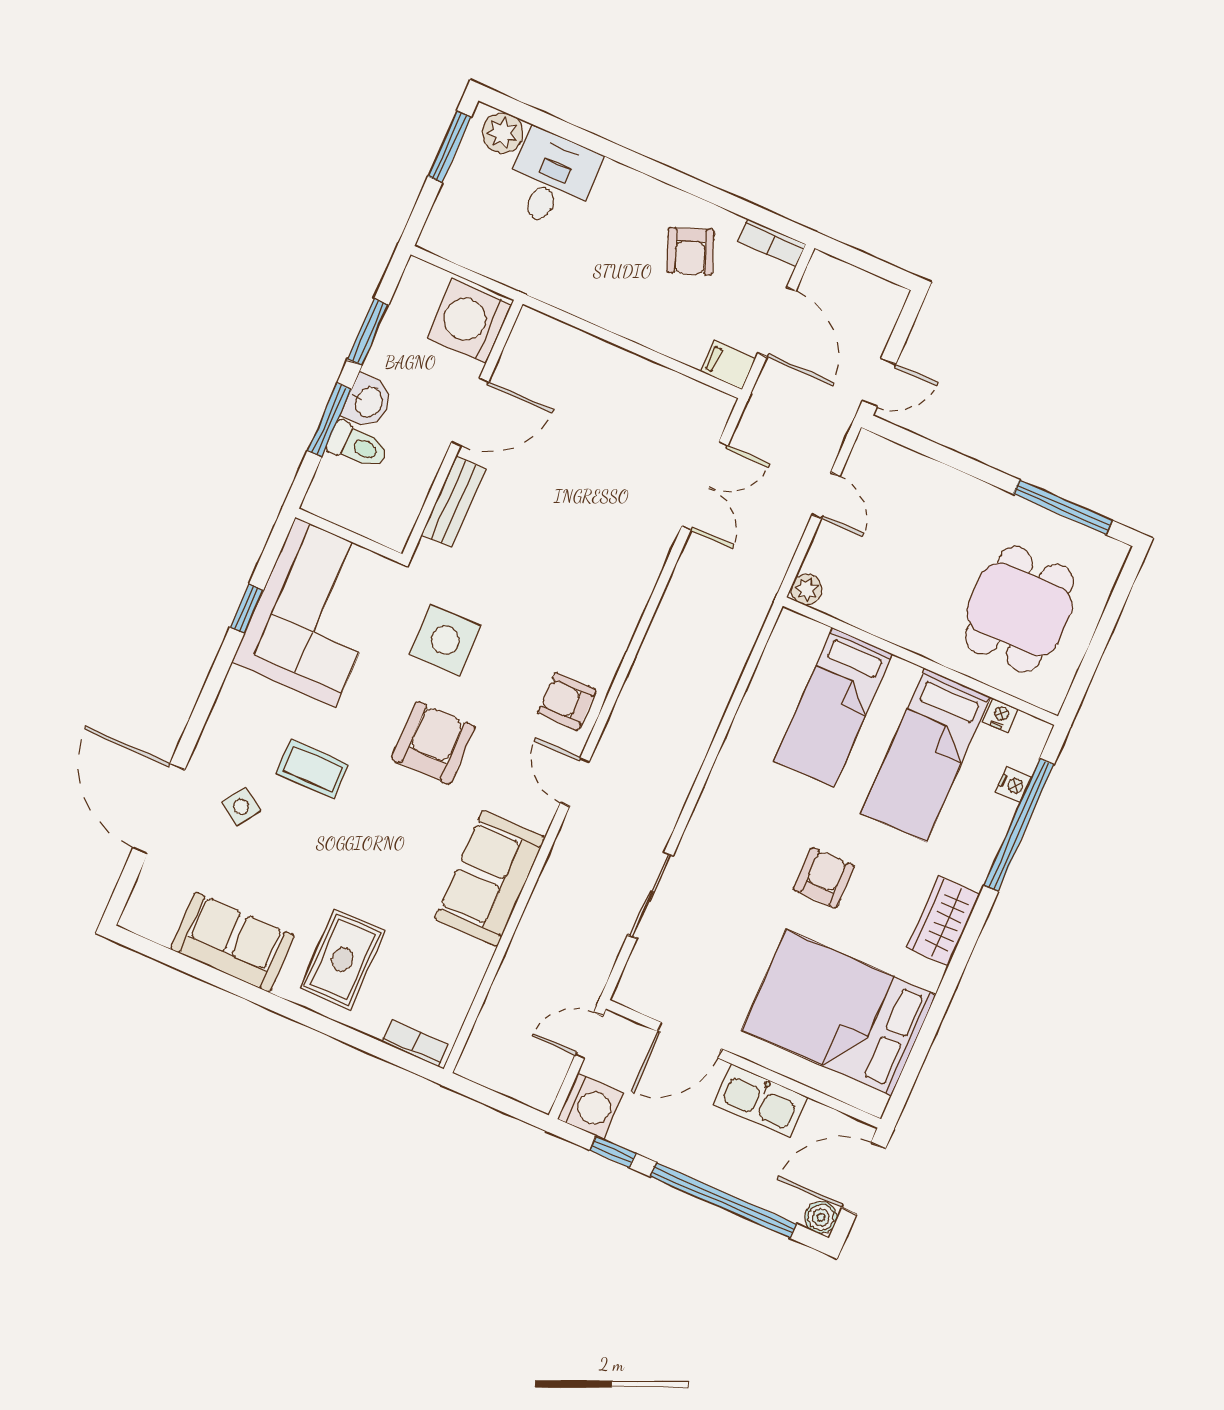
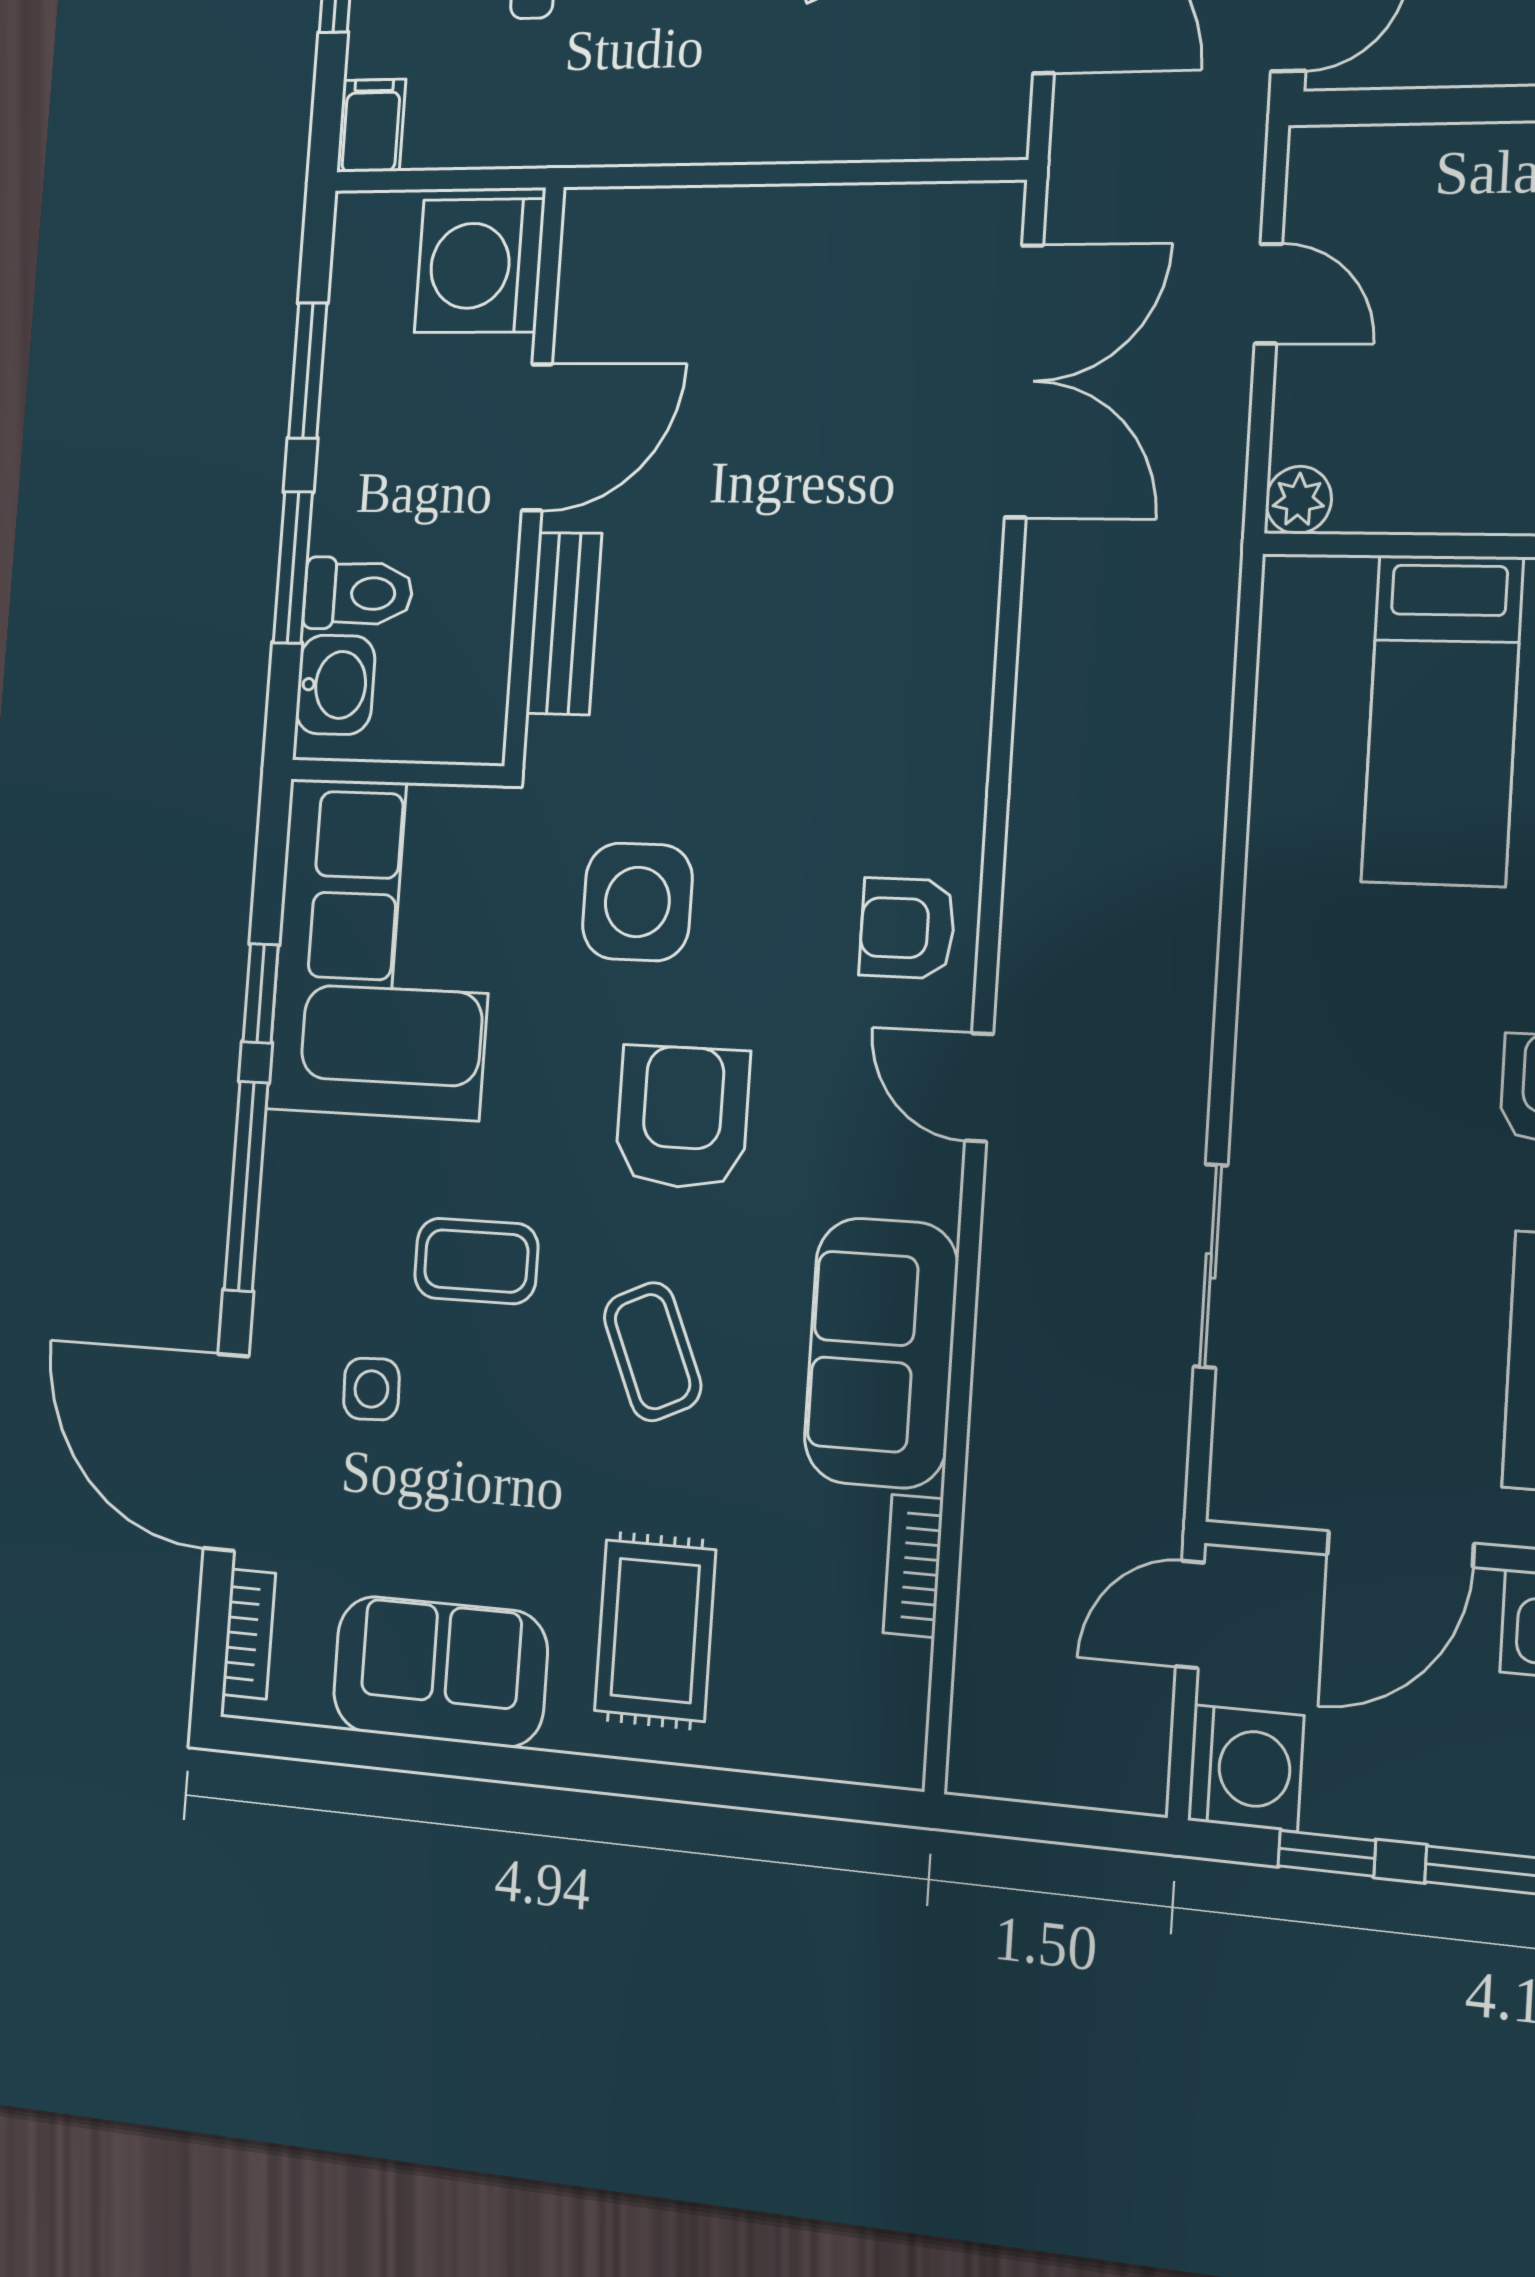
filing cabinet: (728, 365) -> (371, 126), moved, turned 90
washbasin: (368, 402) -> (335, 685), moved
double door: (705, 486) -> (1024, 381), width x1.37
window: (209, 693) -> (246, 1186), added
side table: (241, 807) -> (371, 1389), turned -36
coffee table: (383, 839) -> (653, 1352), added
bookcase: (143, 894) -> (249, 1634), added
bookcase: (415, 1043) -> (913, 1566), moved, turned -90

